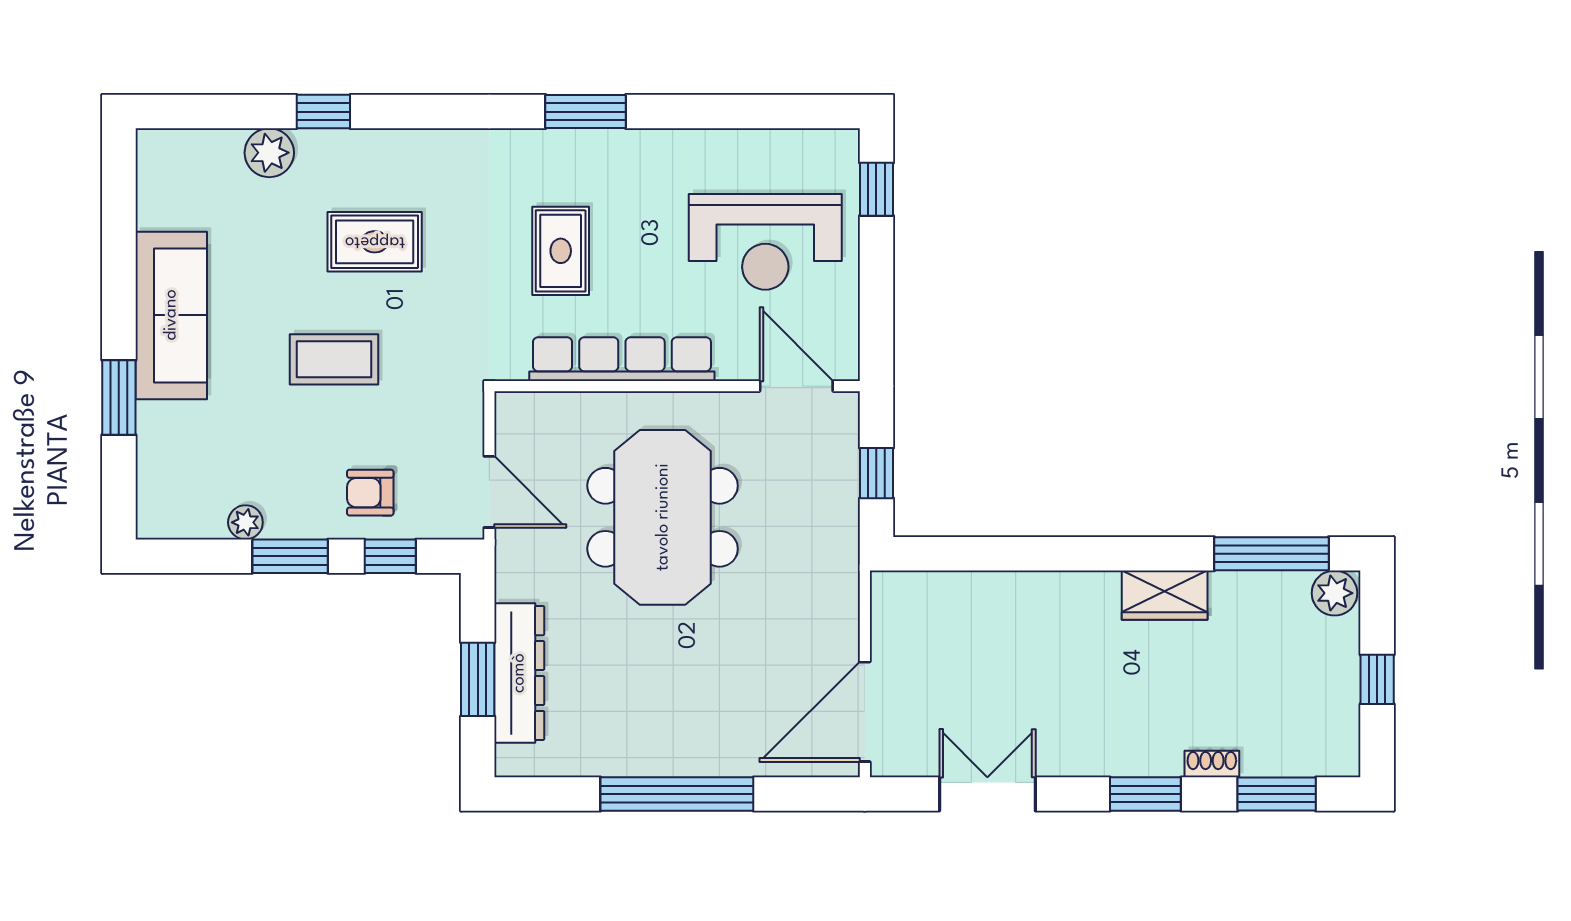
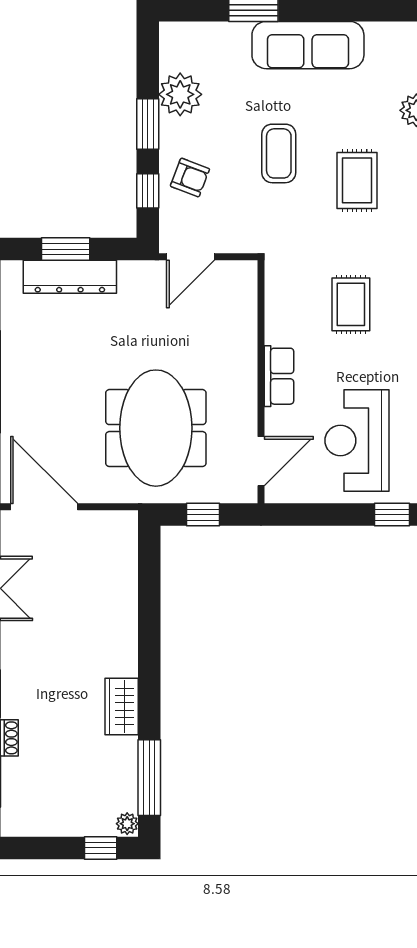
rug: (561, 251) -> (351, 304), turned 90
row of seats: (622, 359) -> (279, 376), width x0.50
armchair: (370, 493) -> (190, 177), turned 111
meeting table: (663, 517) -> (156, 428), moved, turned 90
plant: (245, 522) -> (180, 94), width x1.87, depth x1.87
plant: (1335, 593) -> (127, 824), width x0.73, depth x0.73
window: (1377, 679) -> (101, 848), moved

